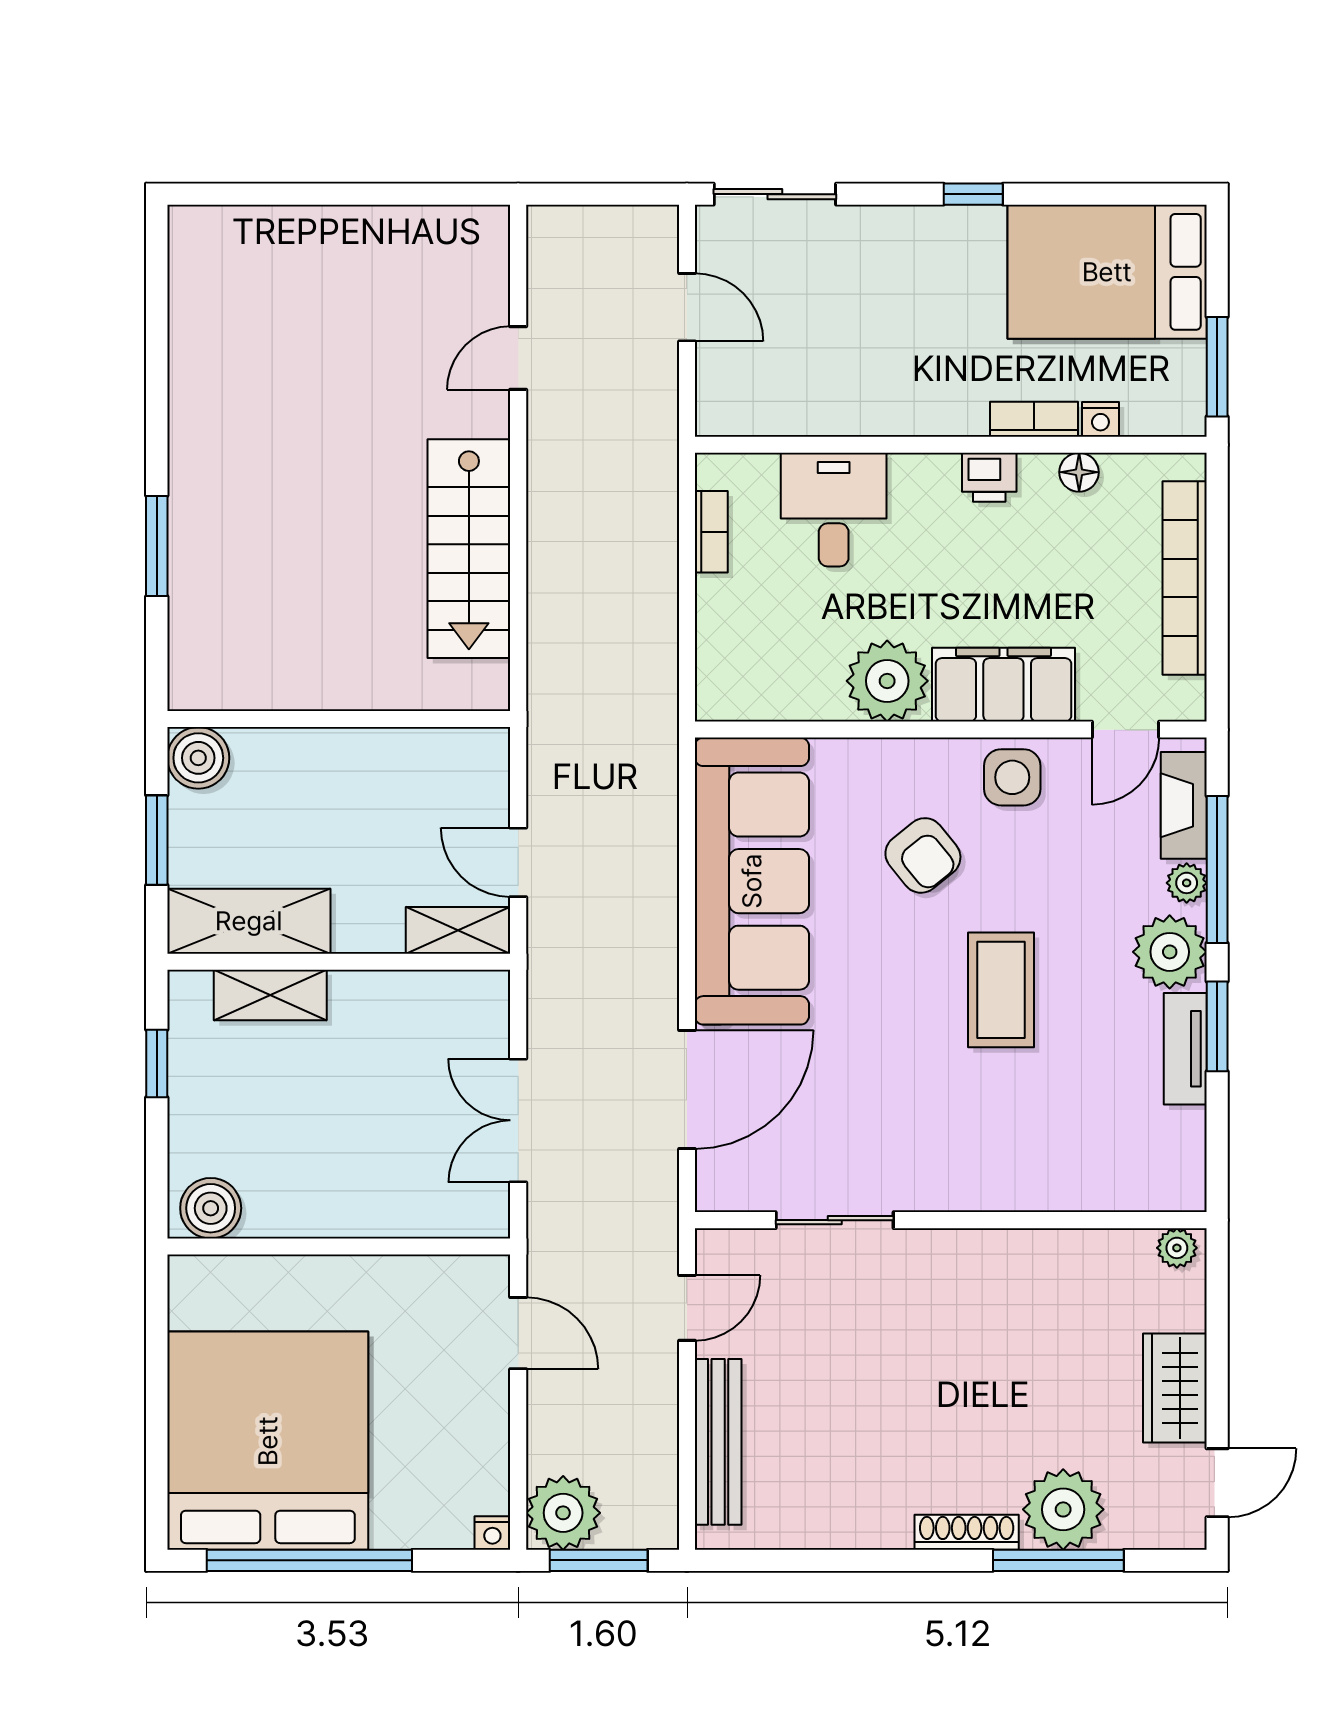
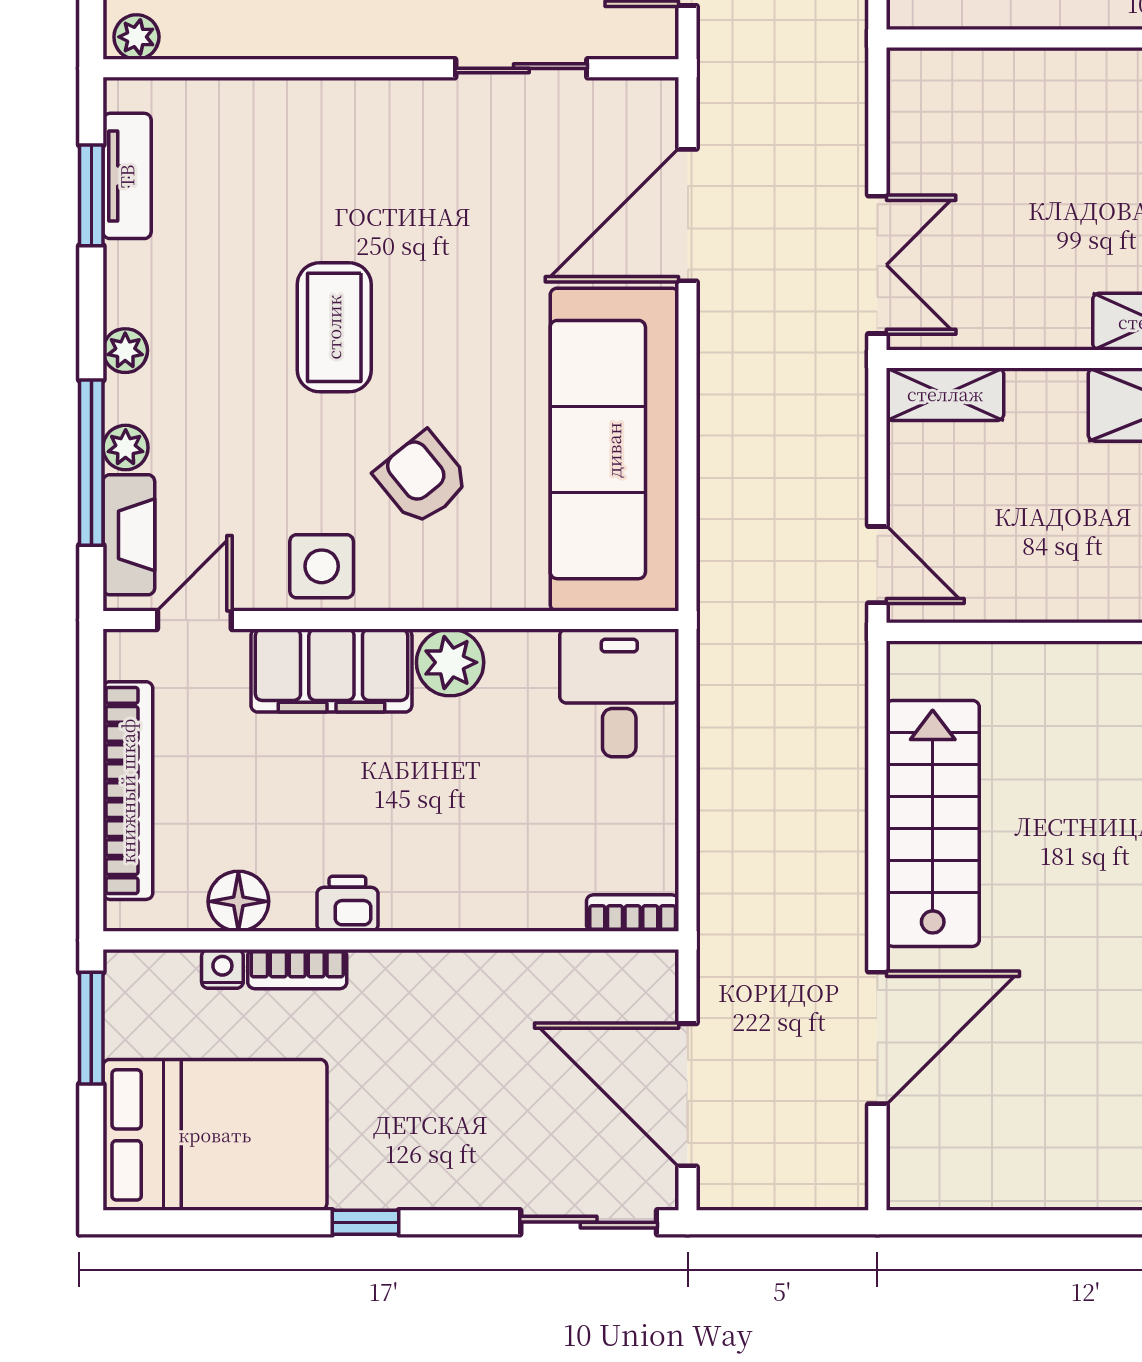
door: (687, 307) -> (688, 1095), width x1.88
door: (518, 358) -> (877, 1038), width x1.87
floor lamp: (1079, 472) -> (238, 901), width x1.37, depth x1.37
desk: (834, 510) -> (619, 693), moved, turned 180
bookcase: (711, 532) -> (633, 913), moved, turned 90
plant: (887, 681) -> (450, 662), width x0.73, depth x0.73
door: (518, 862) -> (877, 565), moved
plant: (1170, 952) -> (125, 351), width x0.53, depth x0.53
window: (1217, 1026) -> (91, 195), moved
tv unit: (1185, 1049) -> (127, 176), moved
double door: (518, 1120) -> (877, 265), moved

